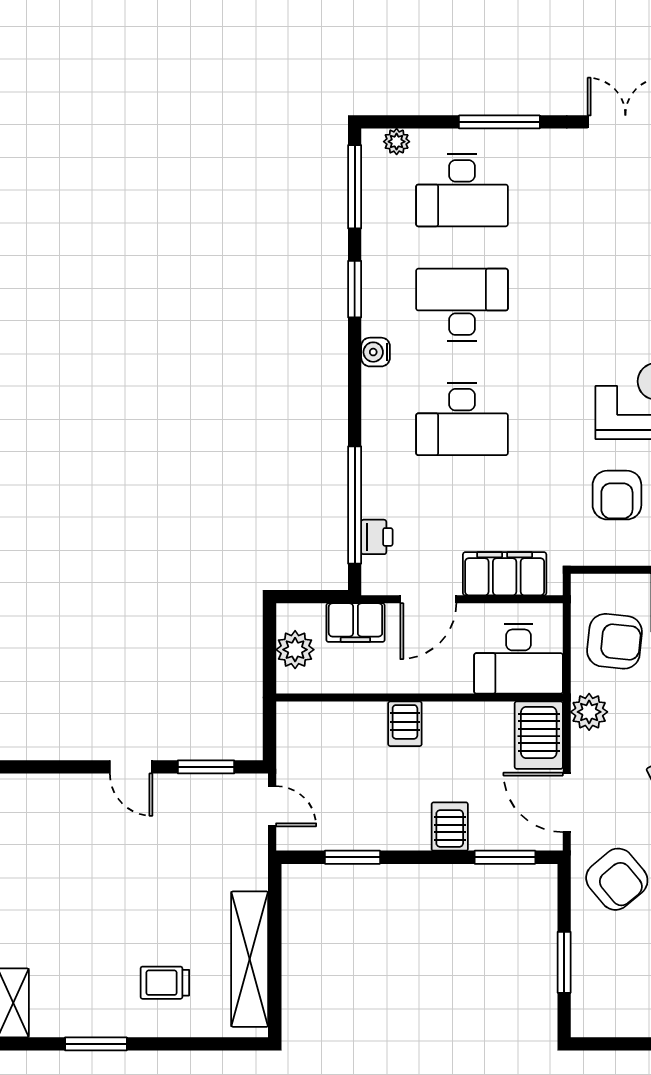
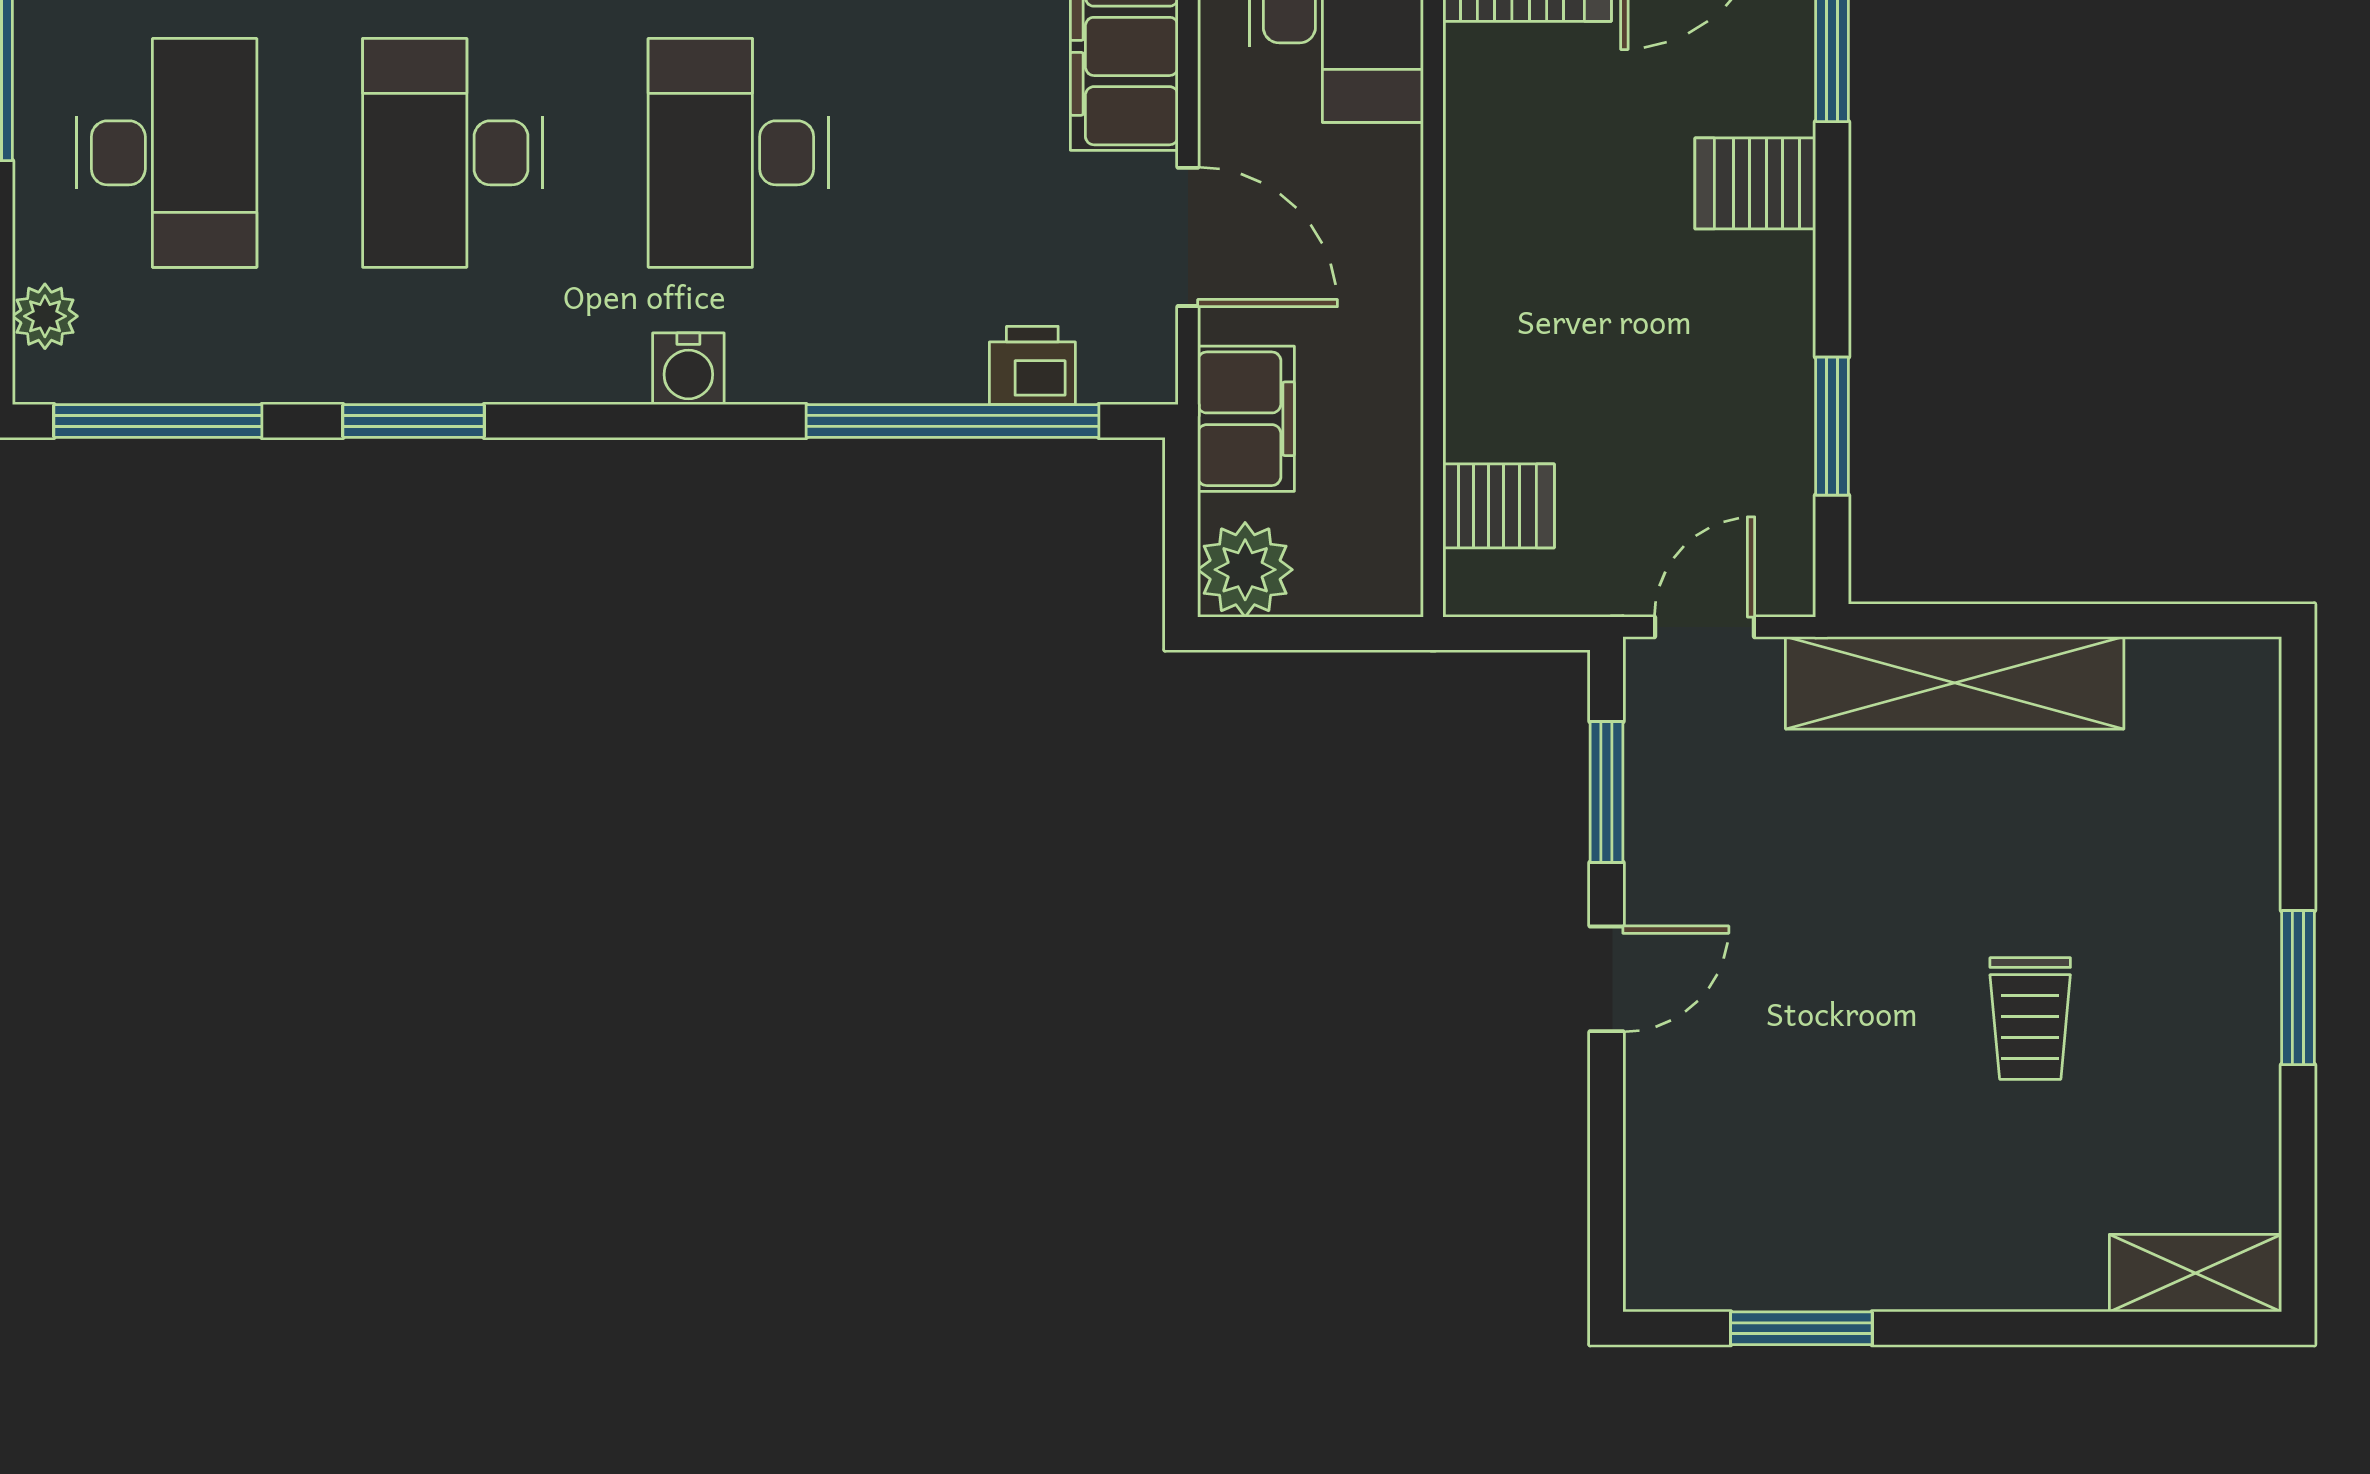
water cooler: (376, 352) -> (688, 369), moved
desk: (462, 419) -> (738, 153), turned 180
plant: (295, 650) -> (1245, 570), moved
server rack: (405, 724) -> (1499, 506), moved
shelving: (250, 959) -> (1955, 683), moved
trolley: (165, 983) -> (2030, 1018), moved
window: (96, 1044) -> (2298, 988), moved

